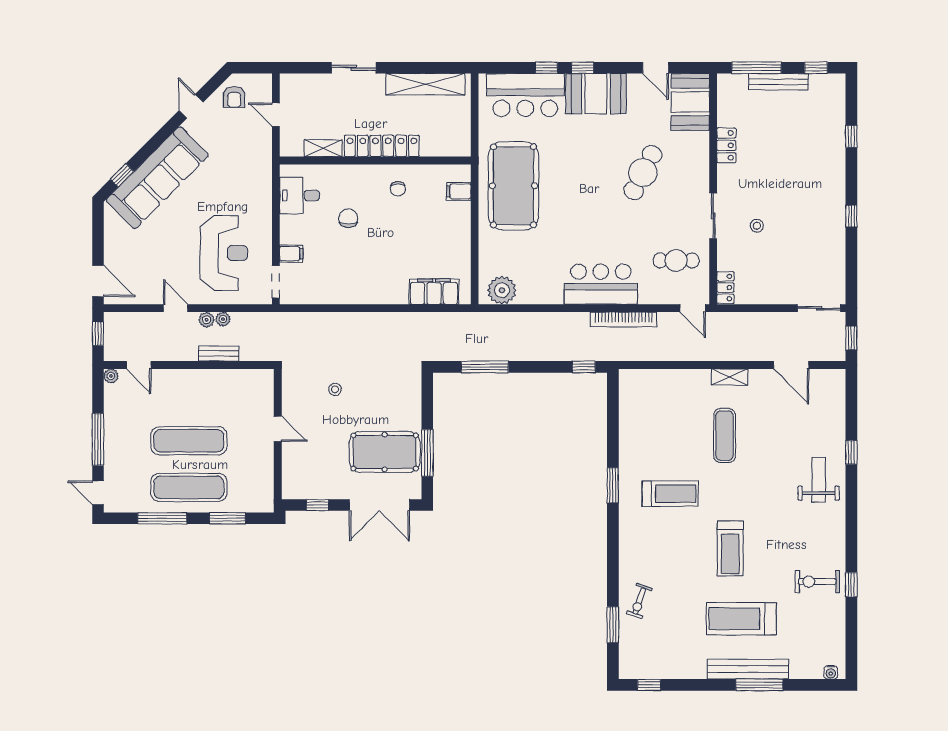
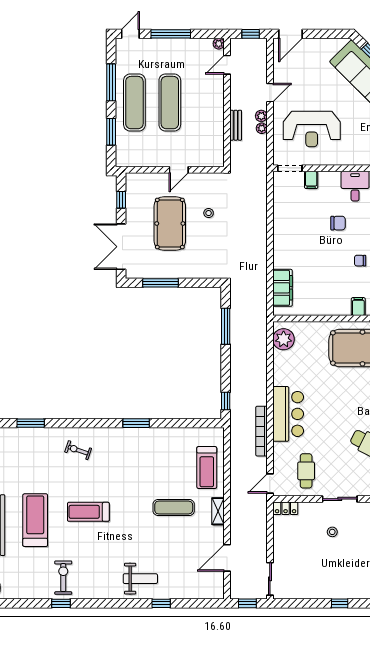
pool table: (385, 452) -> (170, 223), moved
treadmill: (670, 494) -> (207, 468), moved
exercise bike: (639, 601) -> (78, 450), moved

